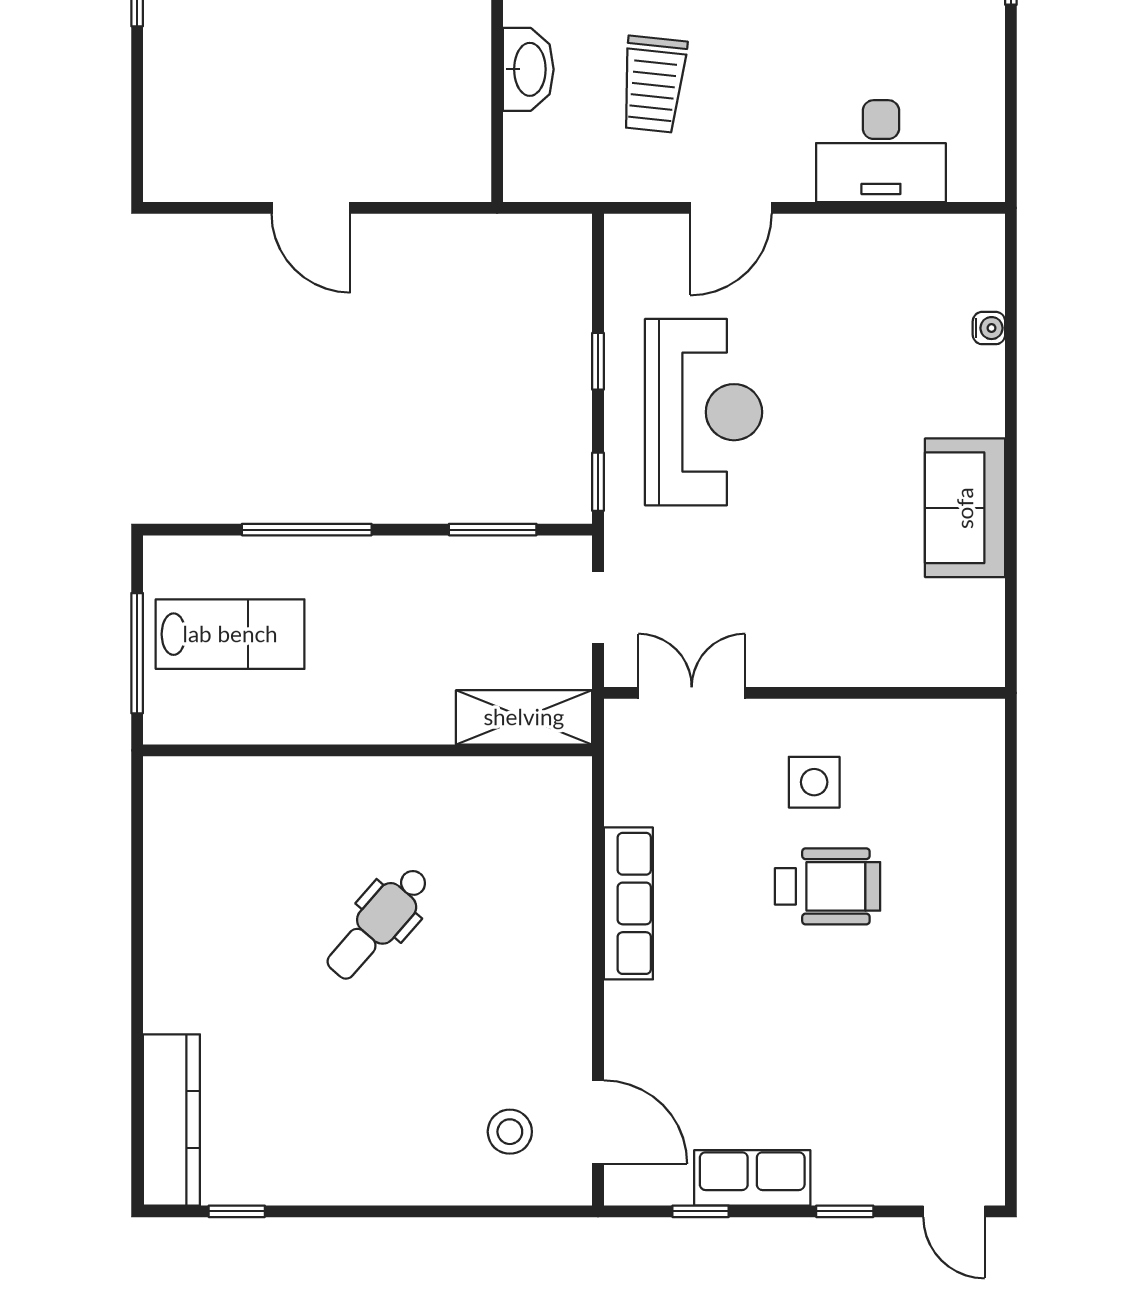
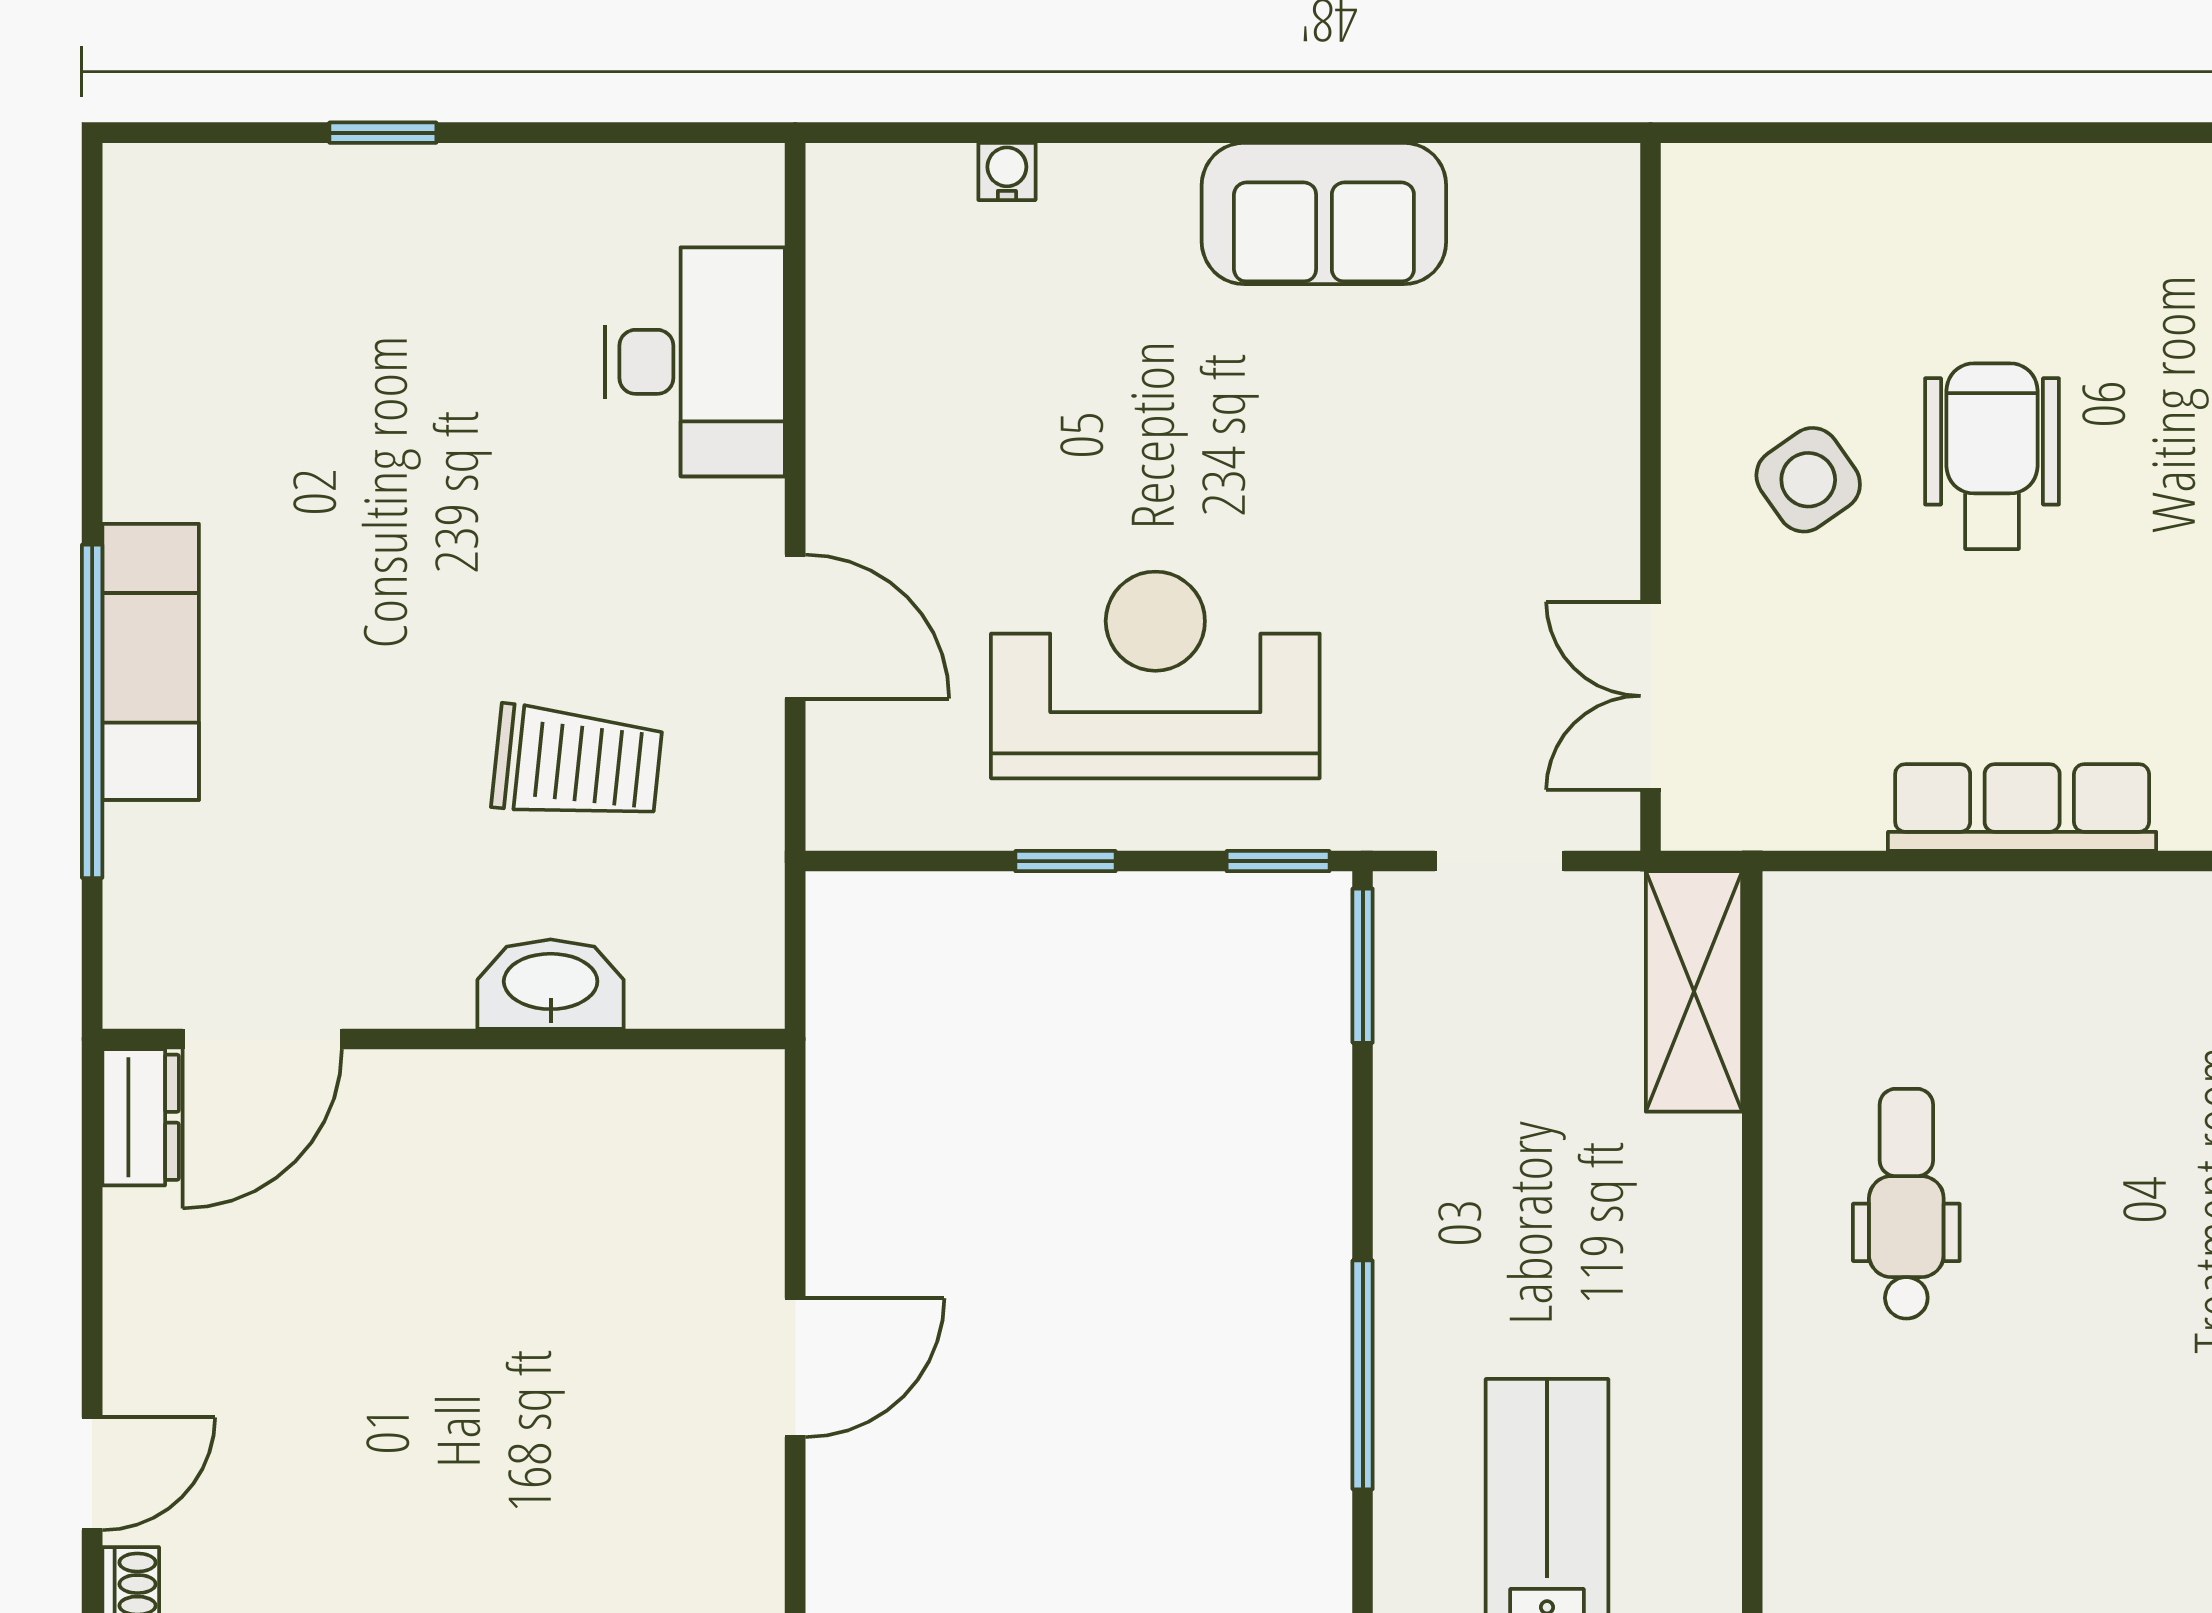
window: (493, 530) -> (1363, 966), moved
side table: (814, 782) -> (1808, 480), turned -35
dental chair: (378, 923) -> (1906, 1204), moved, turned -131

